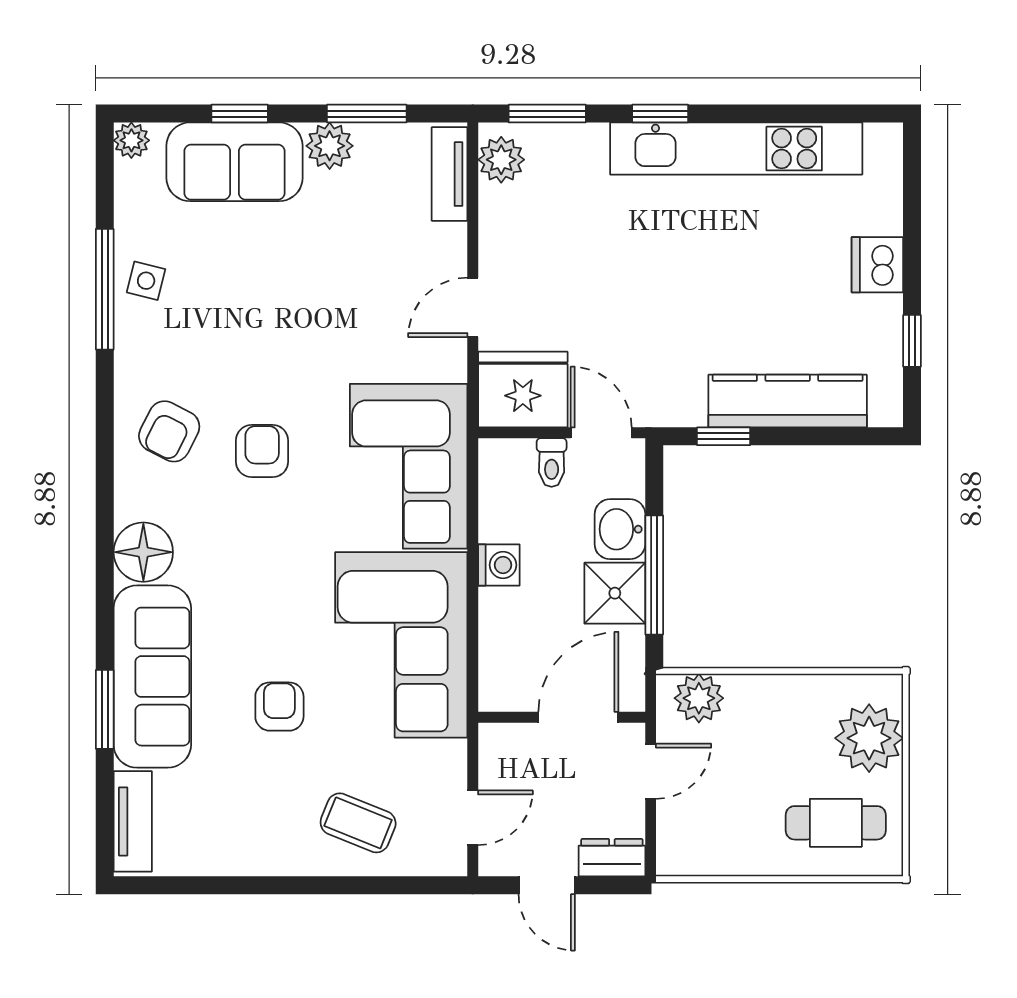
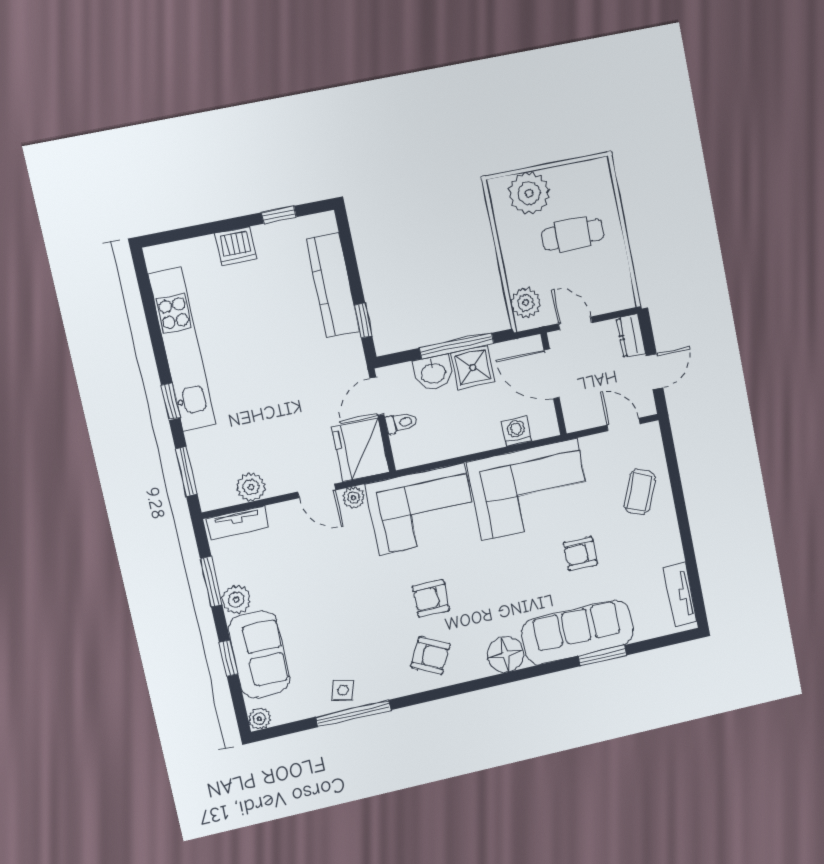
plant: (501, 160) -> (251, 487), moved
plant: (450, 363) -> (354, 498), added
washing machine: (499, 565) -> (516, 431), moved
tv unit: (133, 821) -> (680, 595), moved, turned -90
cafe table: (836, 823) -> (573, 234), moved, turned 90

